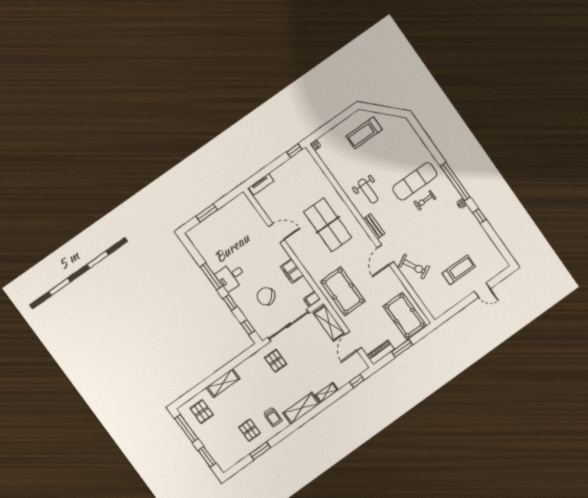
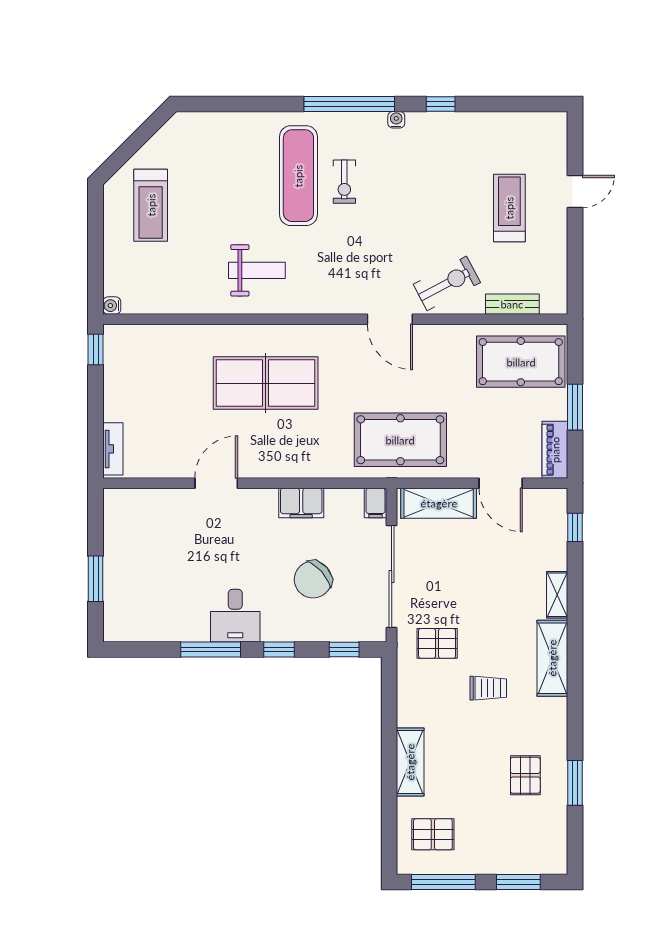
bench: (374, 226) -> (512, 304), moved
trolley: (273, 417) -> (488, 688), moved
pallet: (250, 430) -> (525, 775), turned 90

